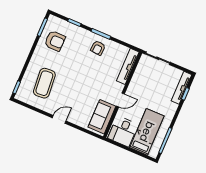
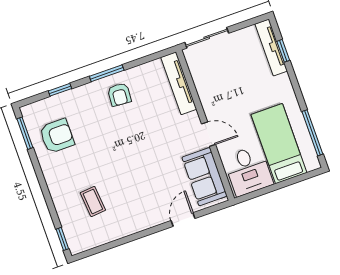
coffee table: (44, 83) -> (93, 201), width x0.54, depth x0.58
door: (120, 100) -> (208, 134), hinge flipped
door: (59, 119) -> (183, 220), moved

